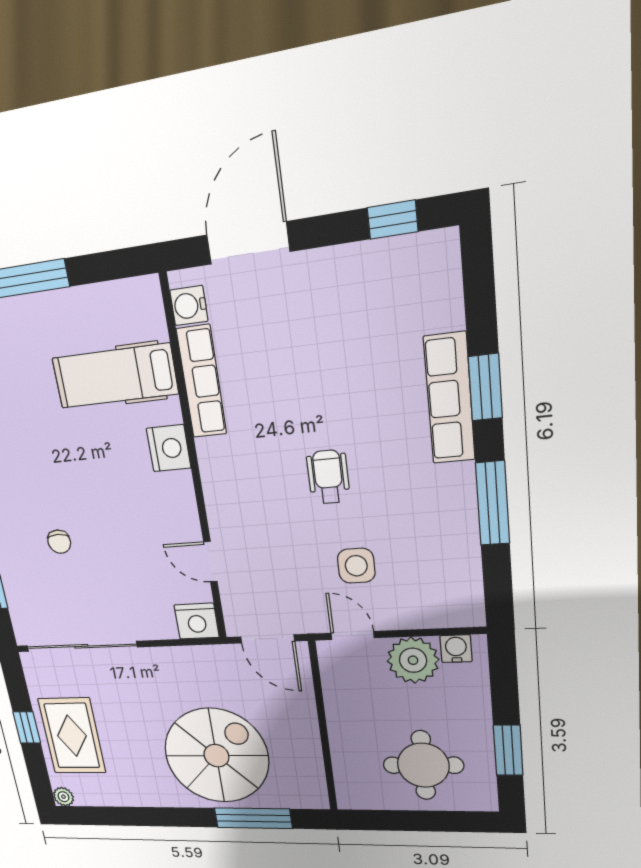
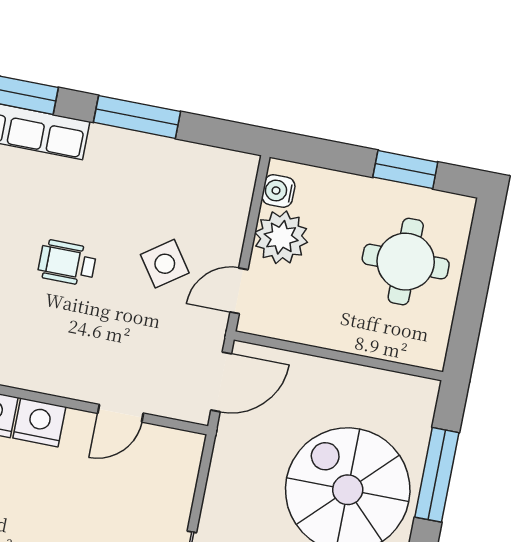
side table: (356, 566) -> (165, 264), turned -35
nightstand: (197, 621) -> (39, 422), moved, turned -90

